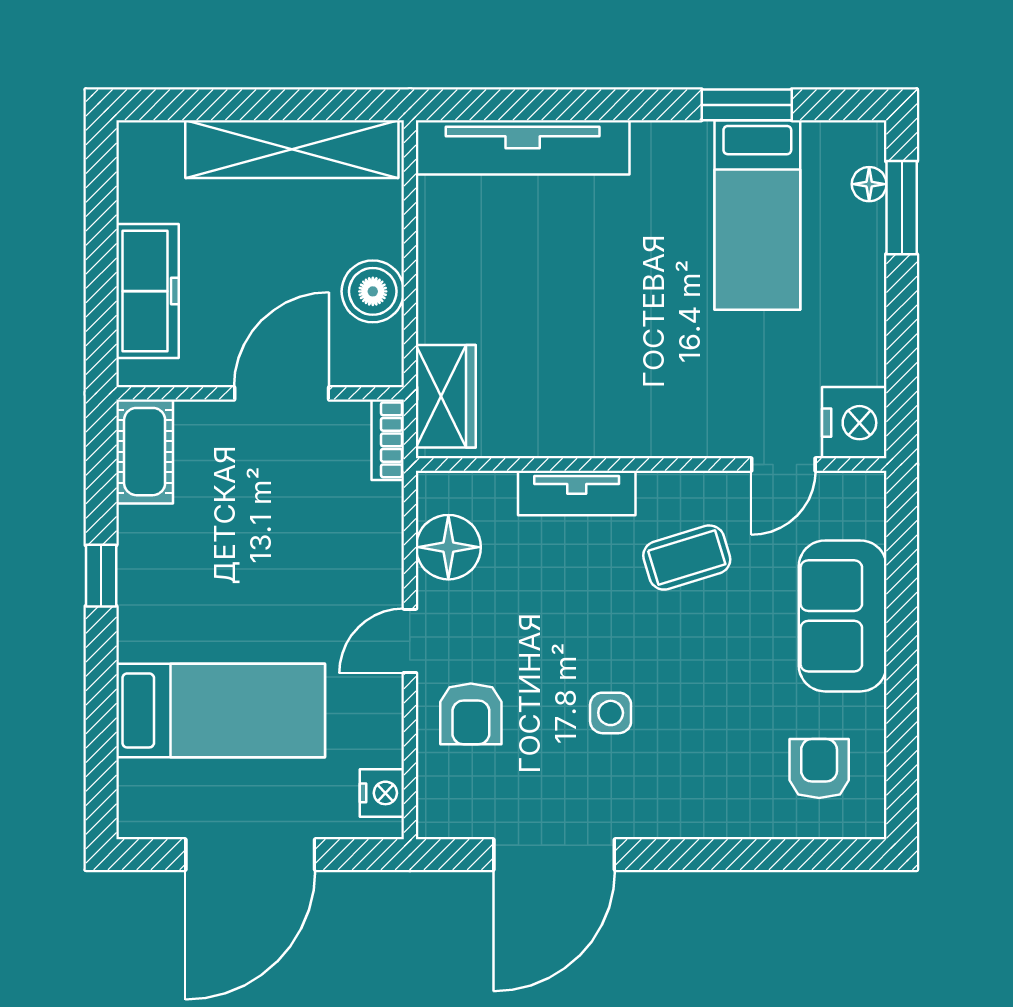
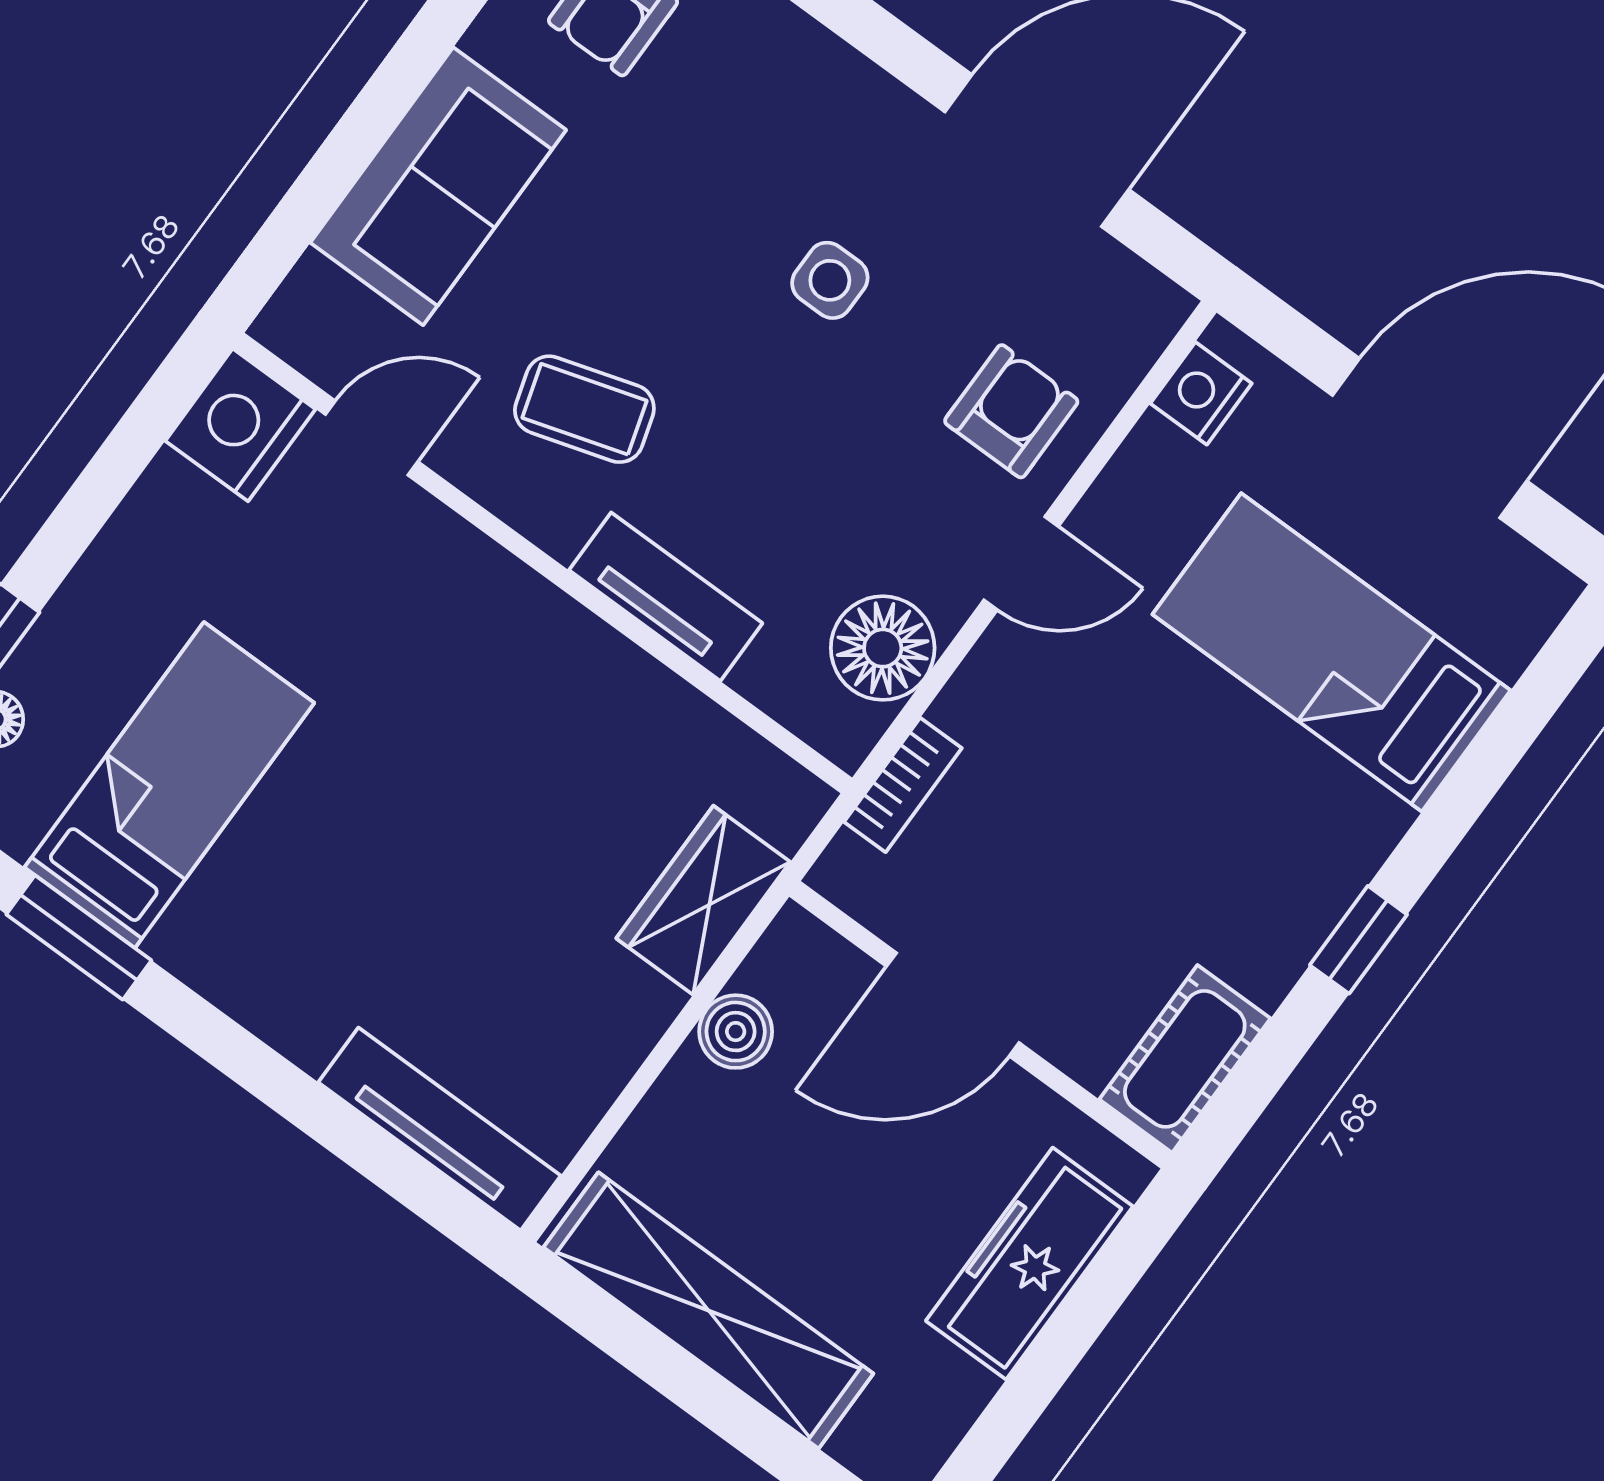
tv unit: (523, 147) -> (439, 1129), width x0.73, depth x0.78
boiler: (373, 291) -> (736, 1032), width x0.73, depth x0.73
wardrobe: (446, 396) -> (703, 900), moved
bookcase: (388, 440) -> (903, 785), moved

